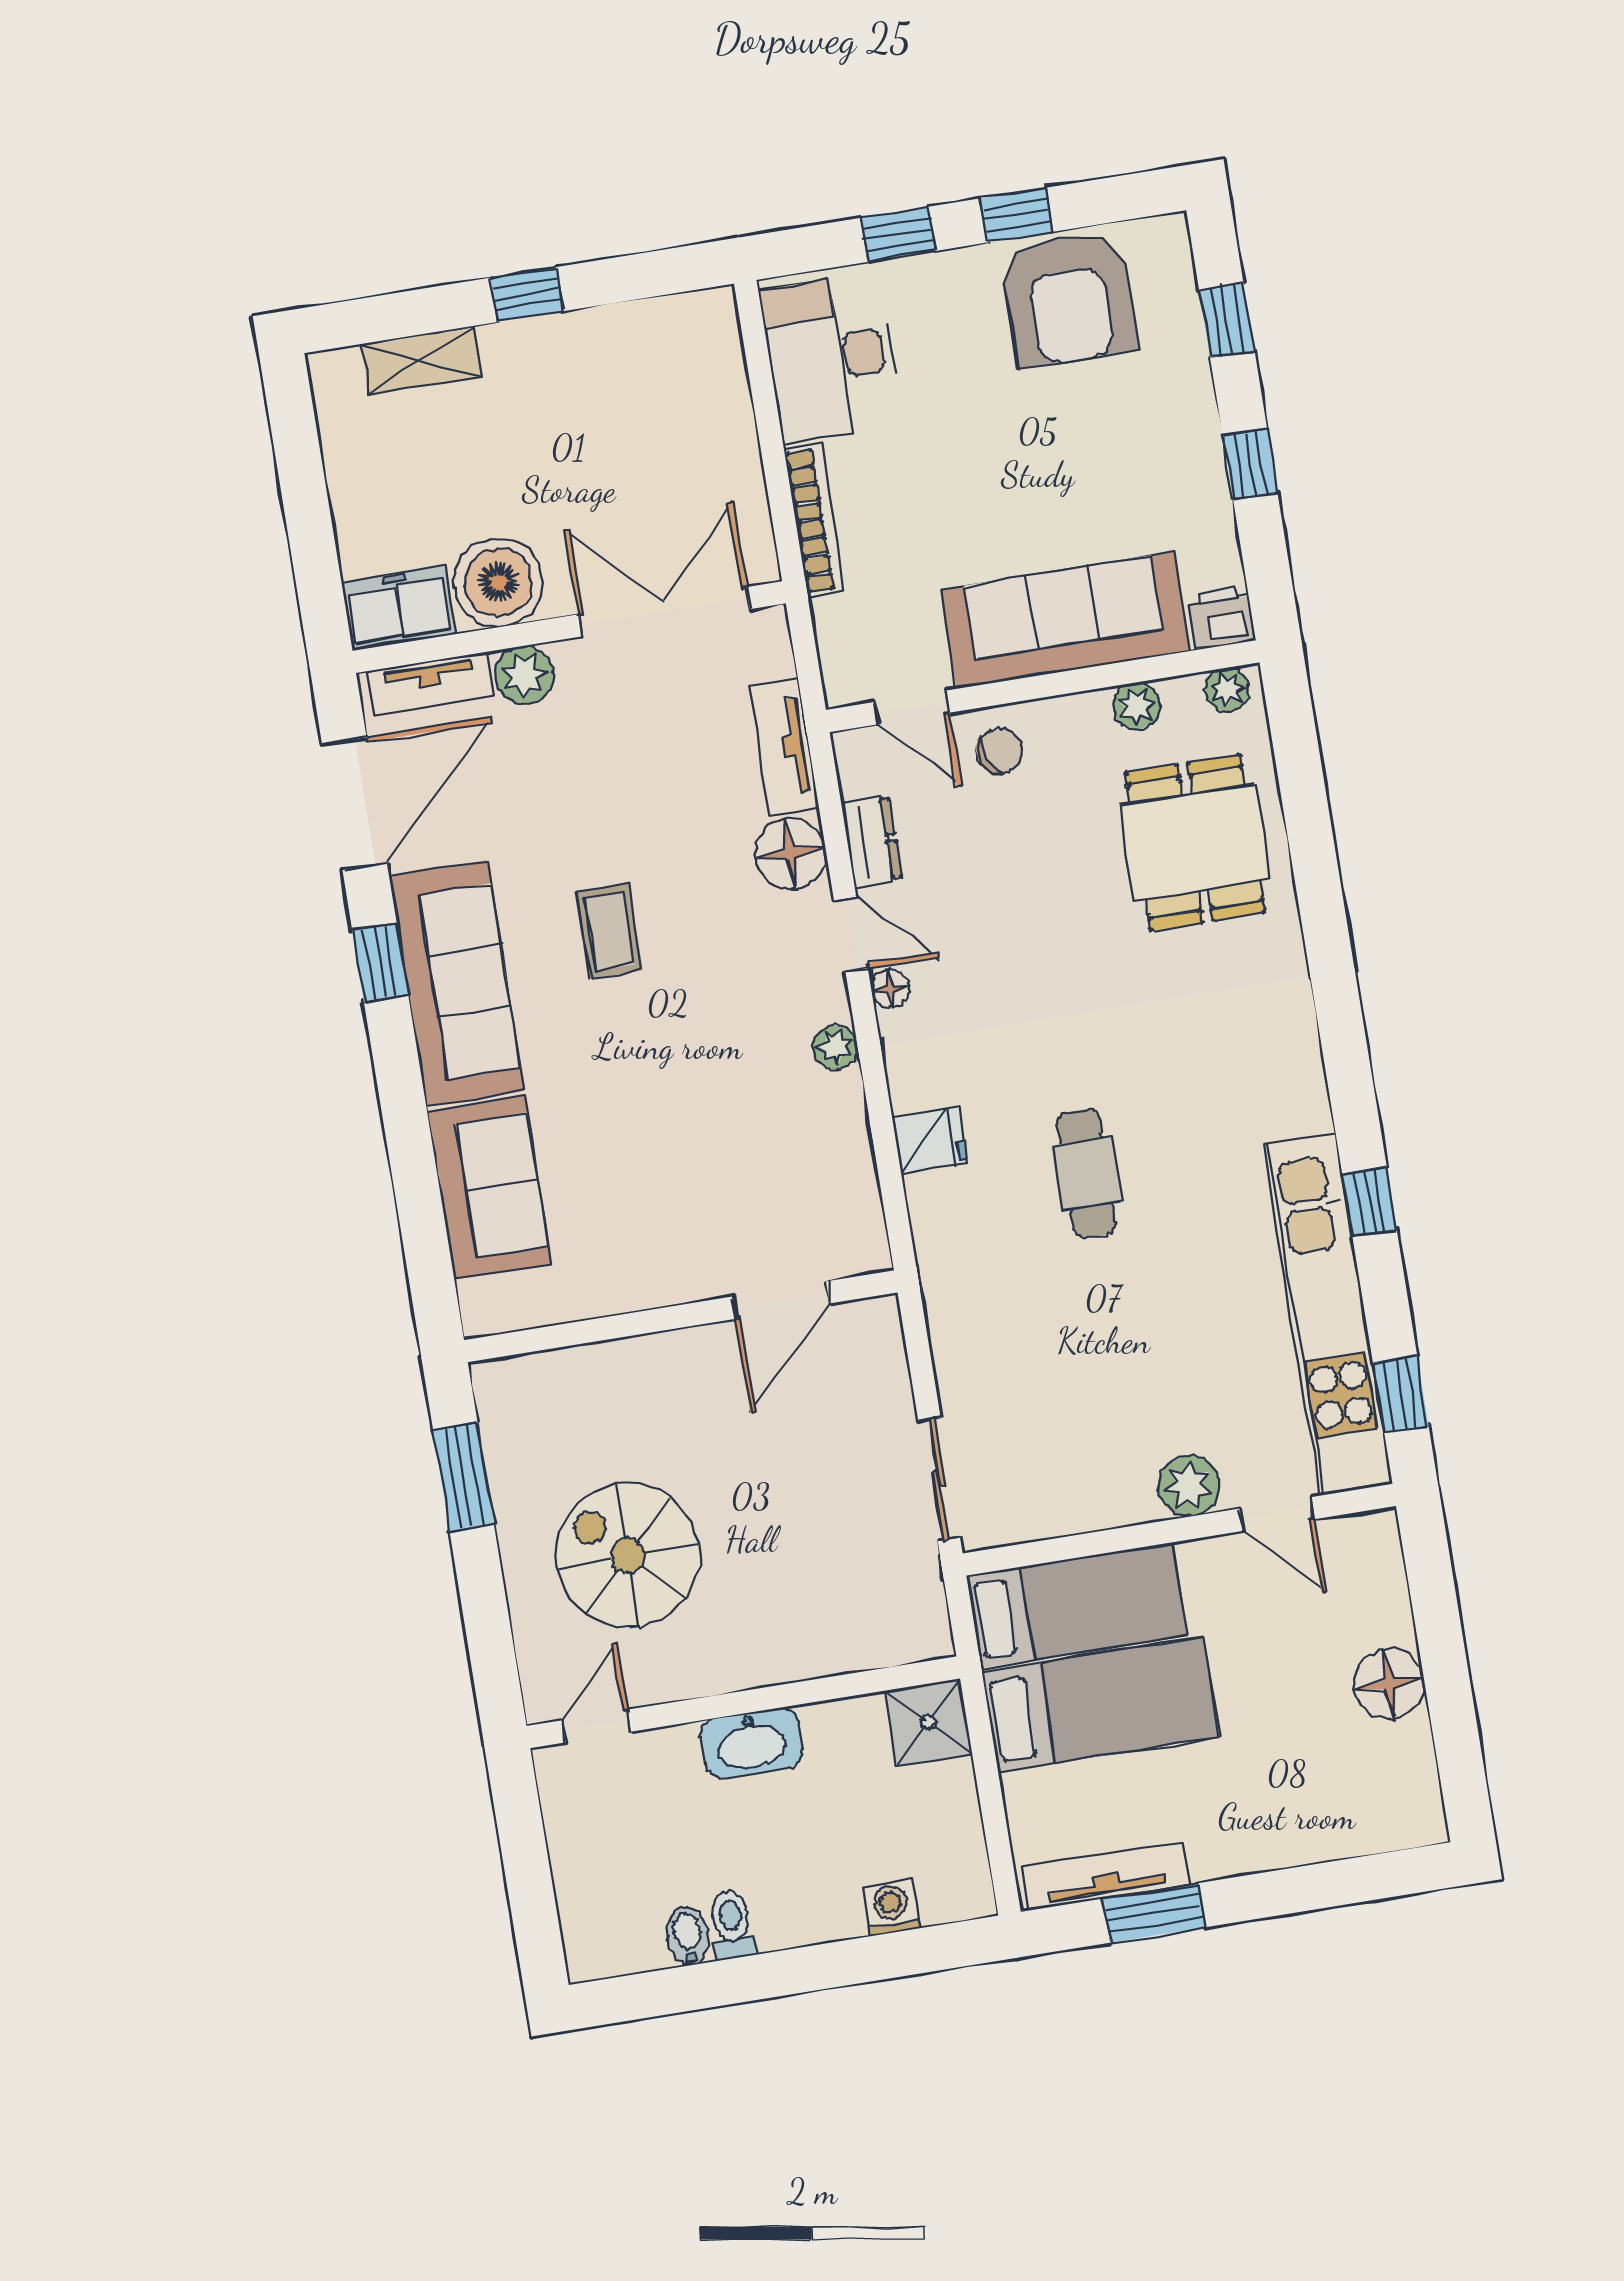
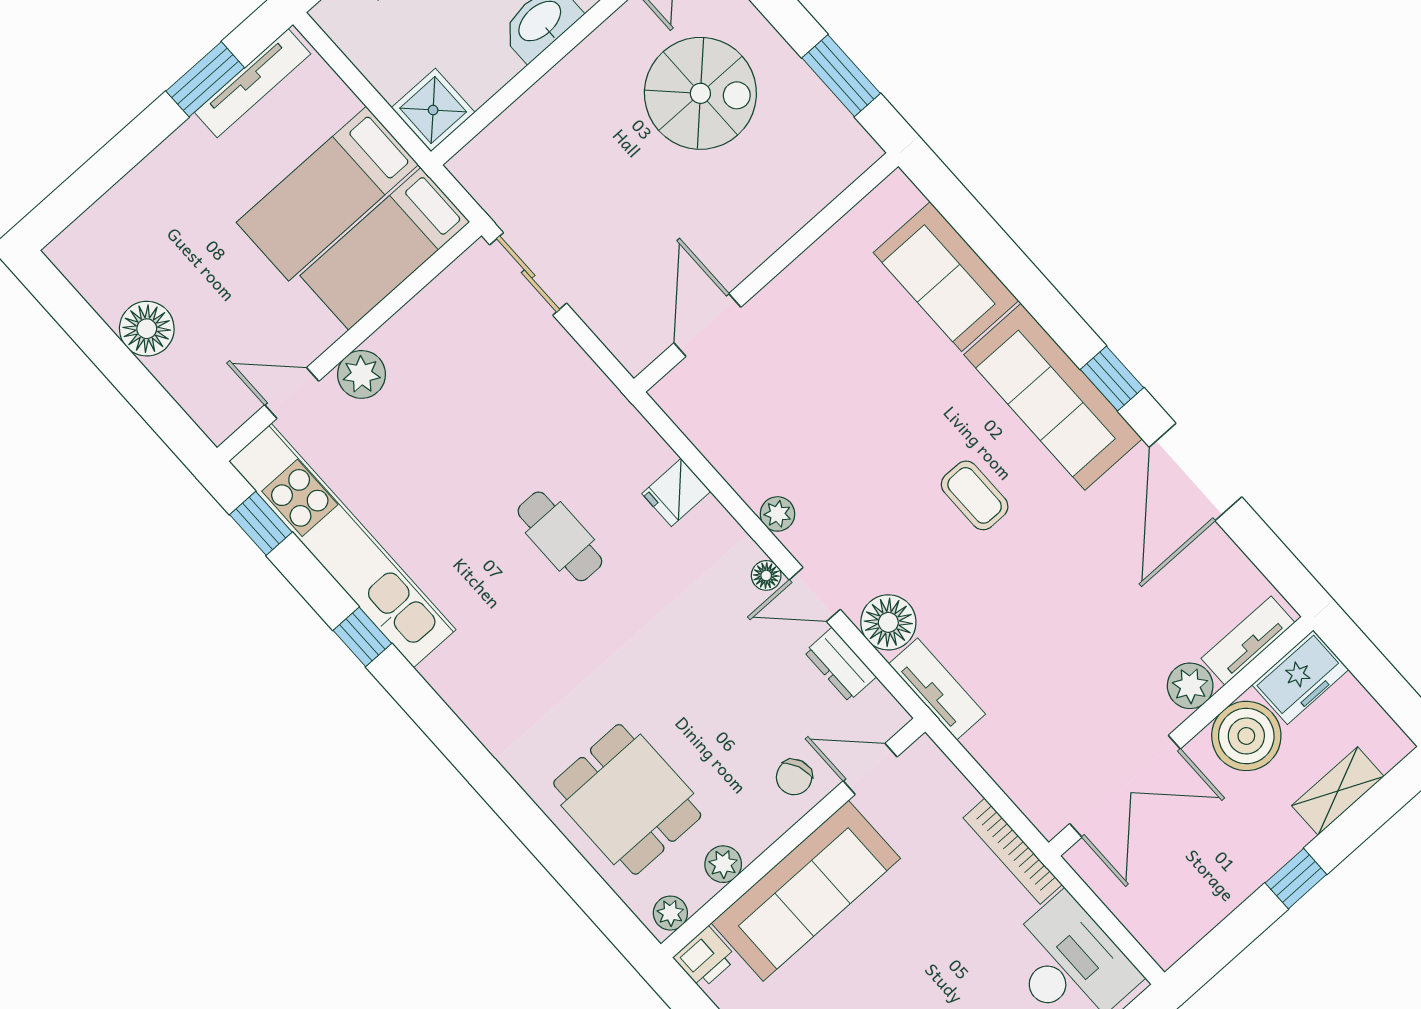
boiler: (498, 582) -> (1246, 736), moved
freezer: (399, 608) -> (1300, 677), moved
double door: (664, 612) -> (1125, 786), moved
wall: (569, 627) -> (1181, 736), moved
plant: (524, 675) -> (1190, 686), moved
tv unit: (430, 684) -> (1248, 641), moved

